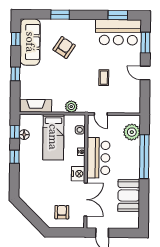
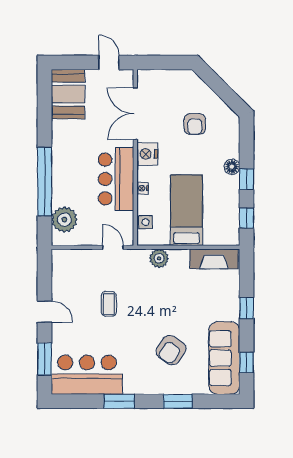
window: (118, 15) -> (119, 401), moved
floor lamp: (24, 135) -> (232, 167), moved
booth: (129, 195) -> (68, 94), moved
armchair: (62, 212) -> (195, 124), moved

